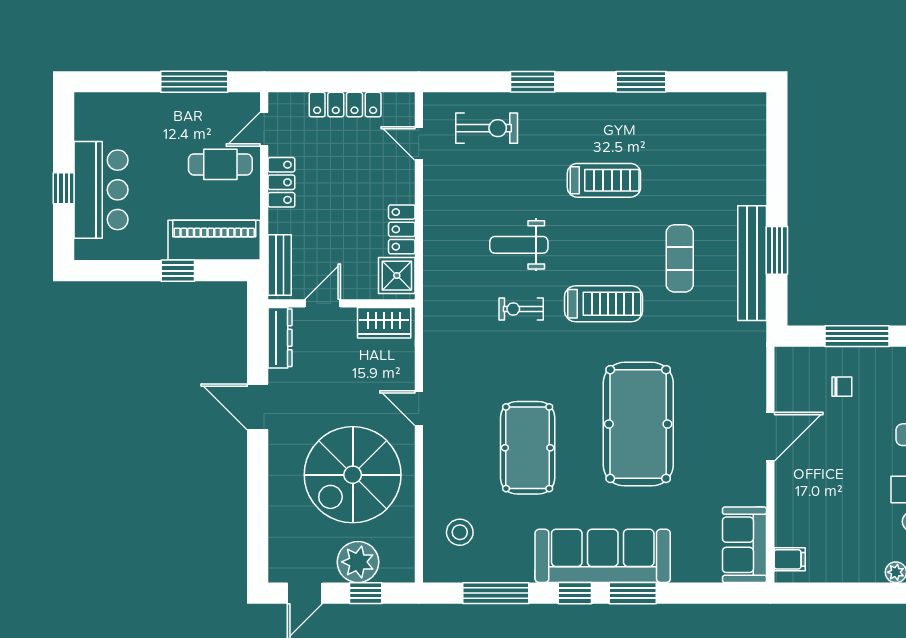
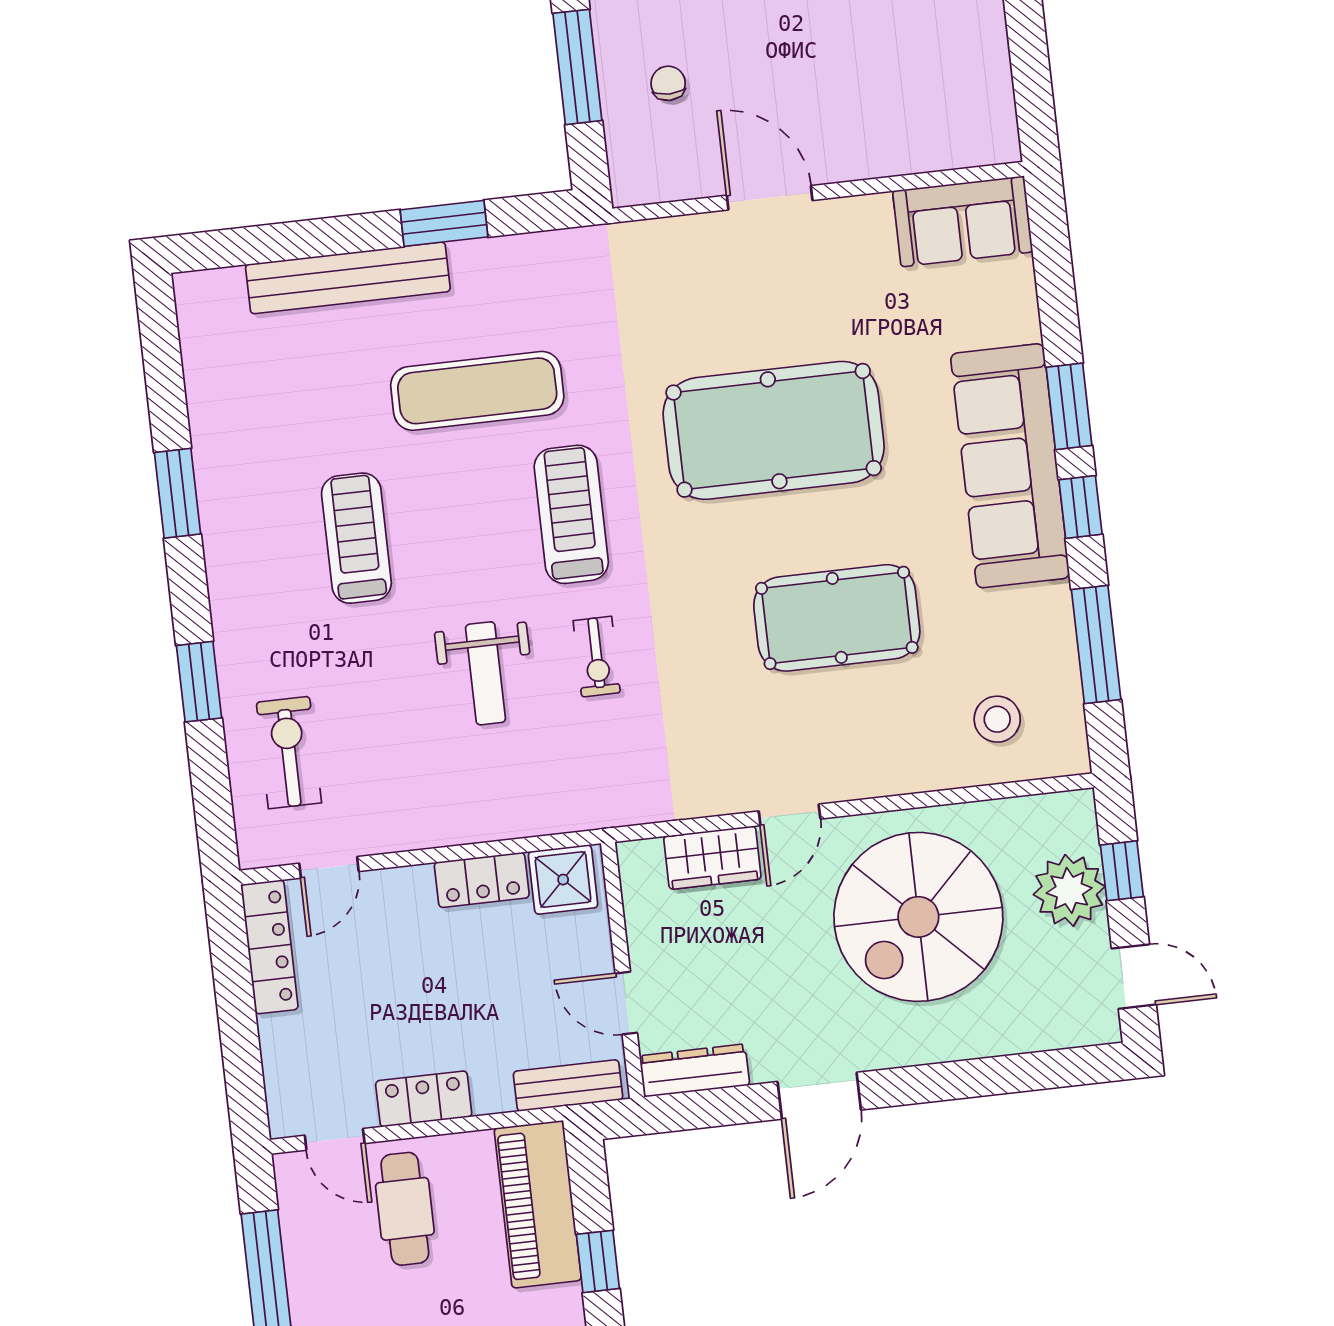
locker: (345, 105) -> (269, 947), moved
exercise mat: (680, 258) -> (477, 391), width x1.36, depth x1.45
bench: (752, 263) -> (348, 278), moved
wardrobe: (384, 323) -> (712, 858), moved, turned 90
spiral stairs: (353, 475) -> (918, 917), turned 90
filing cabinet: (790, 559) -> (979, 140), removed

